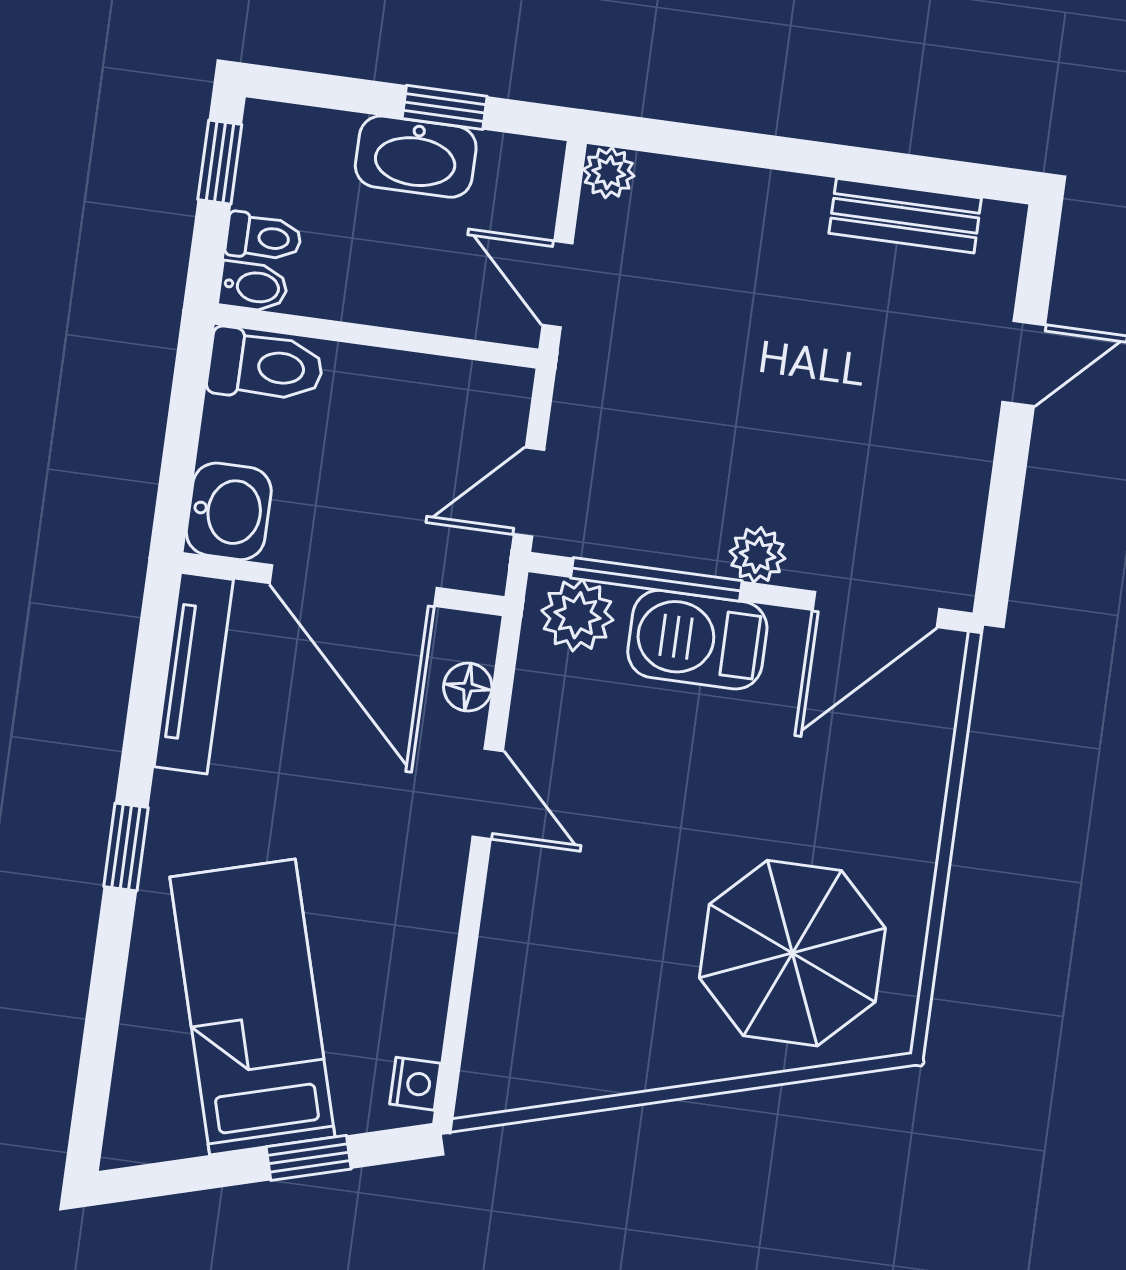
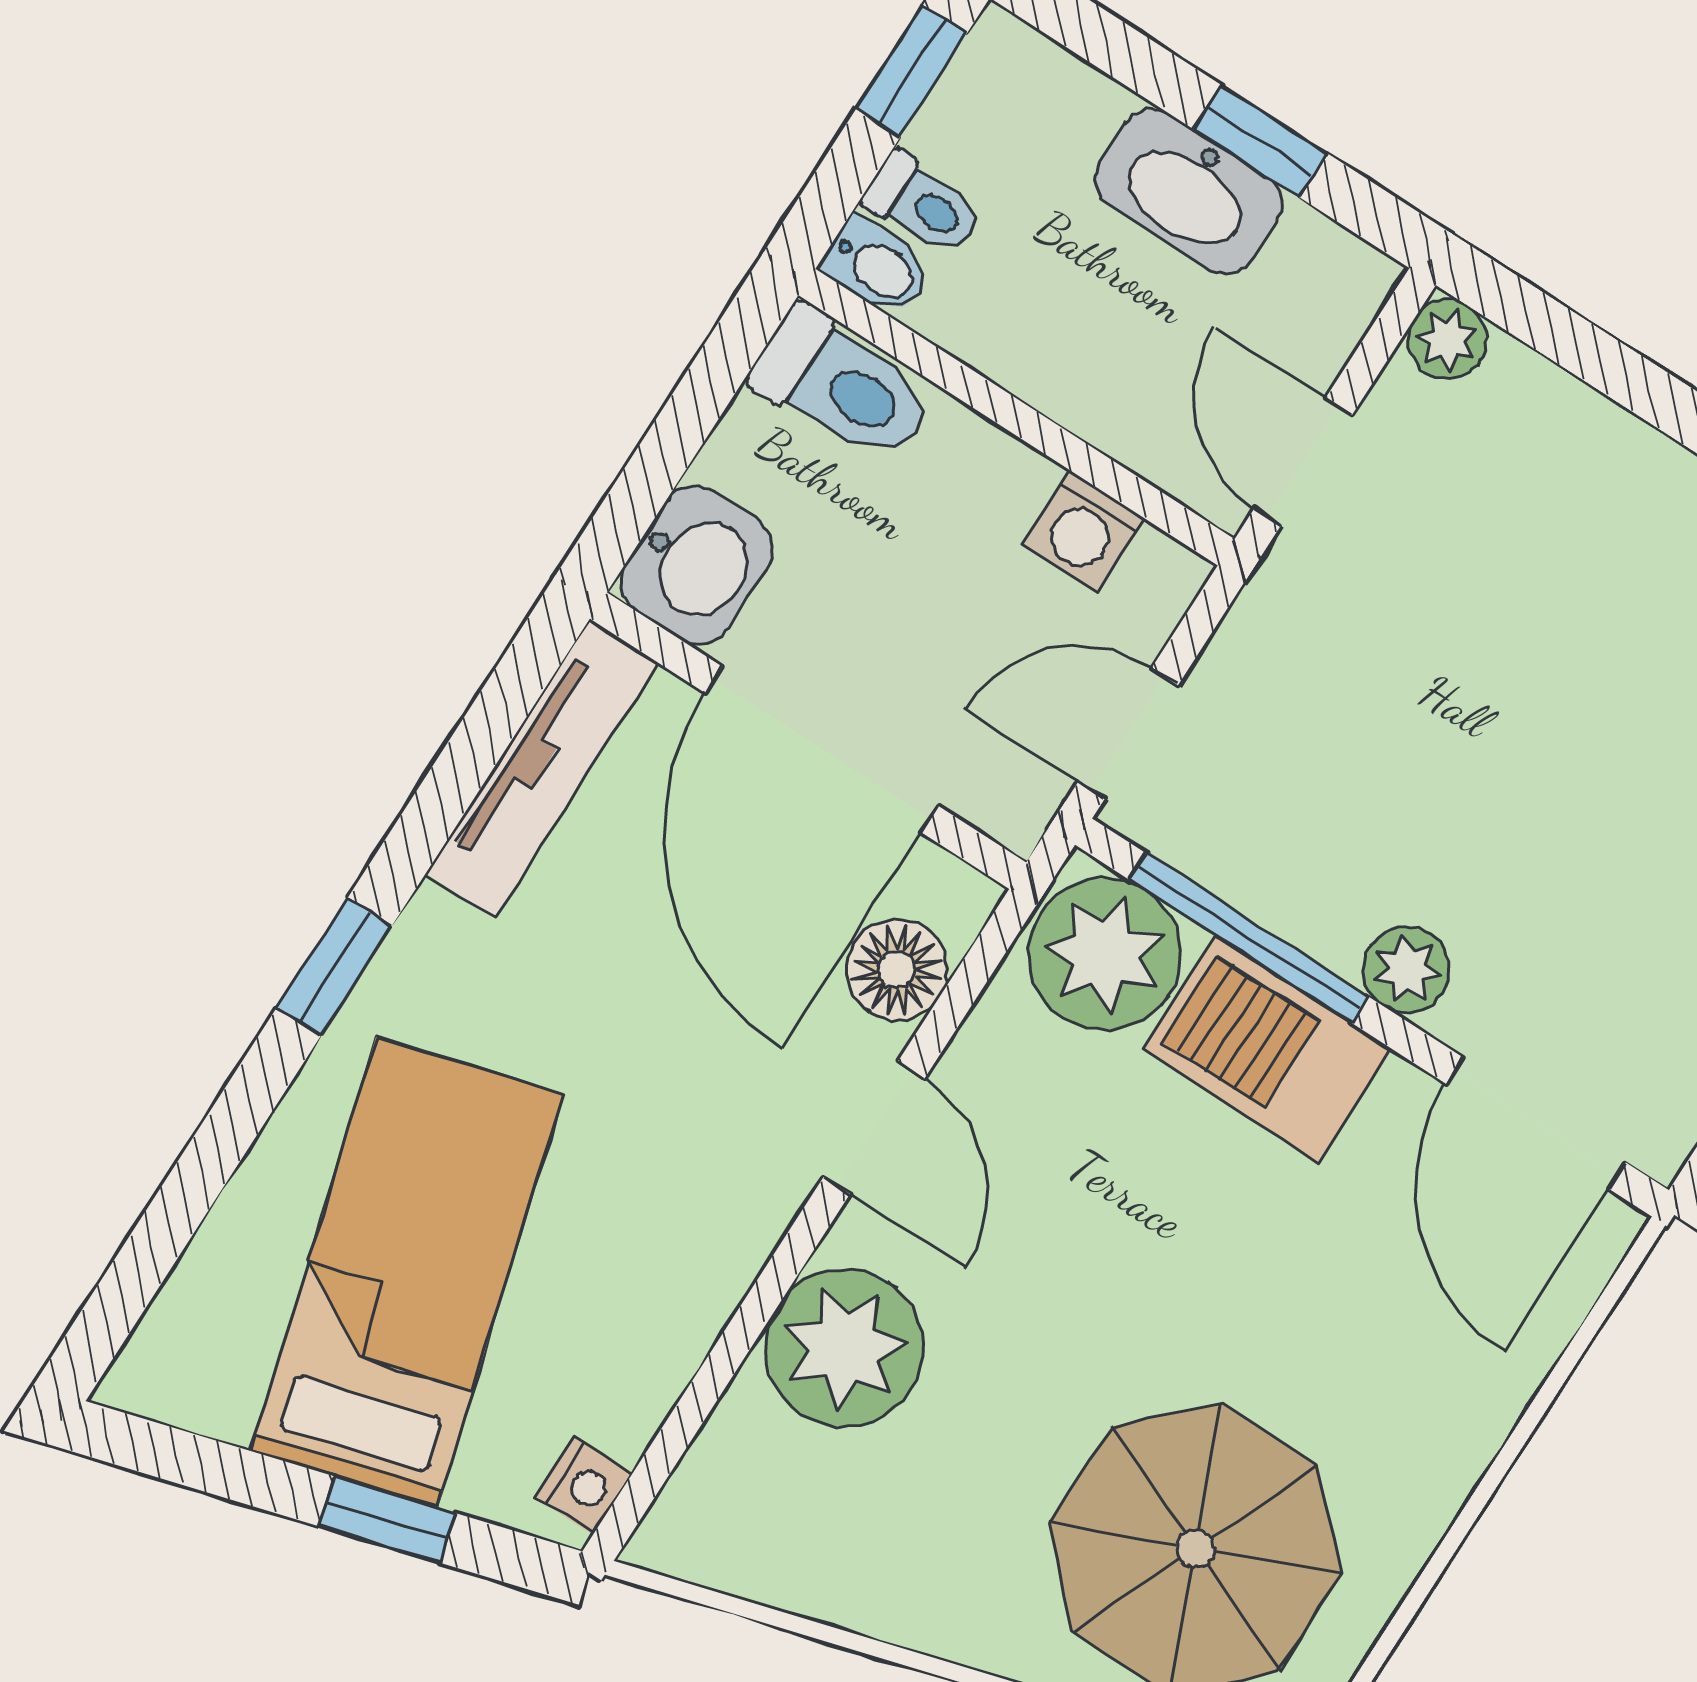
washing machine: (447, 385) -> (1083, 531), added
door: (876, 609) -> (1536, 1123), hinge flipped
plant: (577, 615) -> (1105, 954), width x1.36, depth x1.36
floor lamp: (468, 687) -> (897, 970), width x1.37, depth x1.37
plant: (531, 931) -> (845, 1348), added

